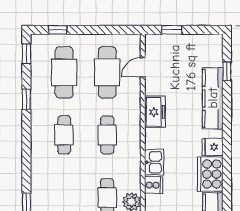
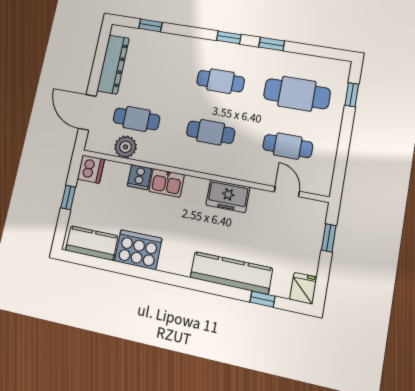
window: (26, 54) -> (229, 37), moved
cafe table: (107, 72) -> (288, 146), width x0.73, depth x0.74
fridge: (213, 147) -> (303, 288), moved

